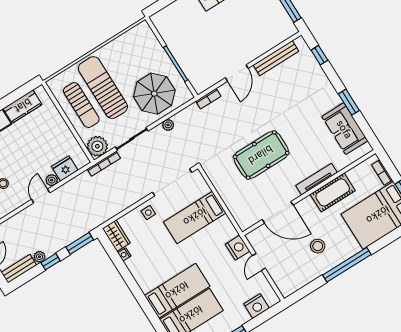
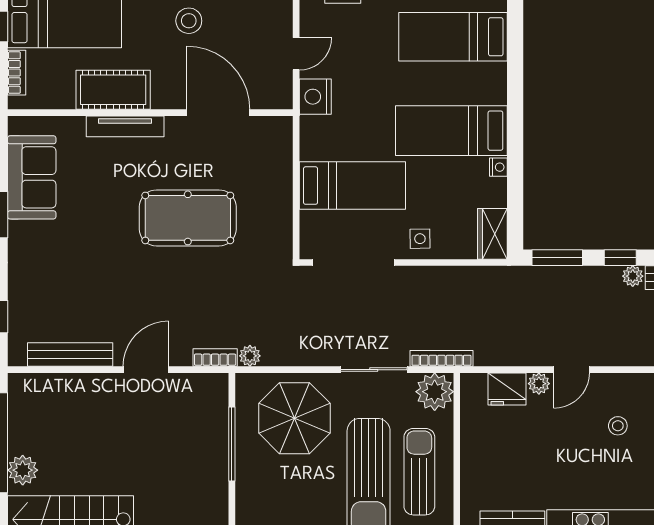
plant: (168, 125) -> (250, 356), moved
nightstand: (124, 254) -> (498, 167), moved
bed: (177, 291) -> (451, 131), moved

